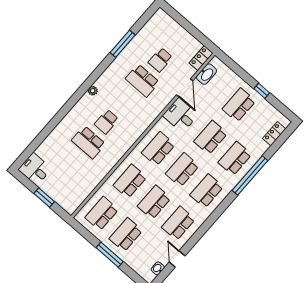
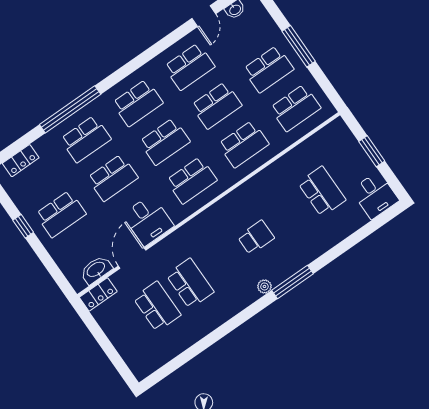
window: (123, 44) -> (292, 282), moved
school desk: (160, 60) -> (157, 306), width x1.85
school desk: (88, 142) -> (322, 191), moved

